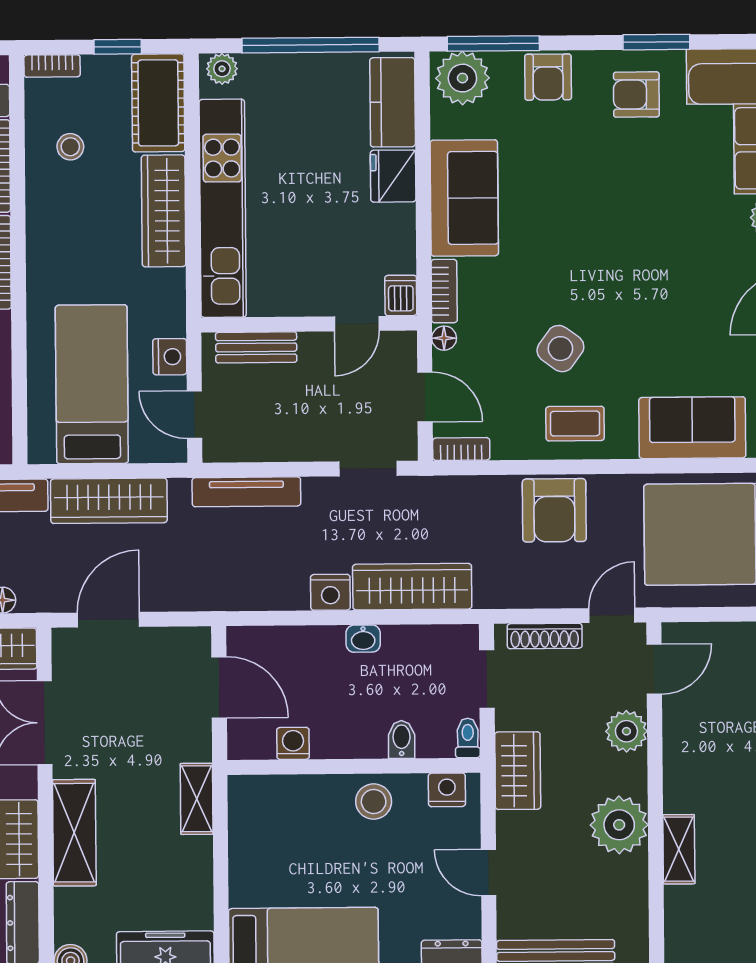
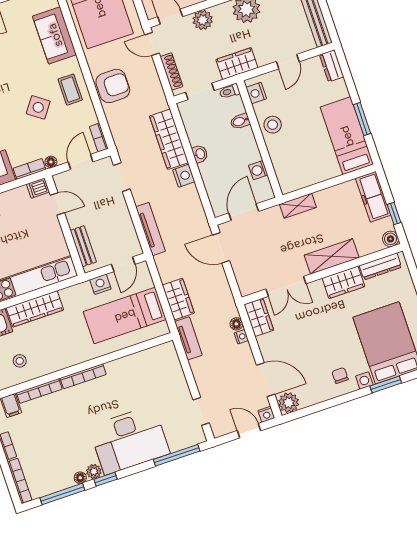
wardrobe: (109, 501) -> (178, 299), width x0.67
door: (108, 620) -> (221, 248), moved

